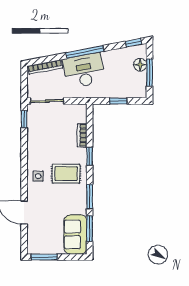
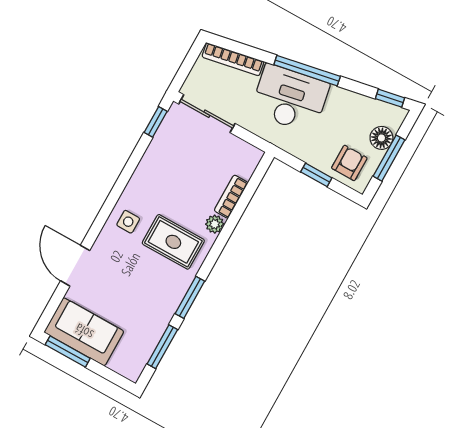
armchair: (131, 86) -> (349, 163), added
plant: (82, 153) -> (215, 224), added
window: (90, 156) -> (225, 235), removed
sofa: (75, 234) -> (84, 332), moved, turned 90

